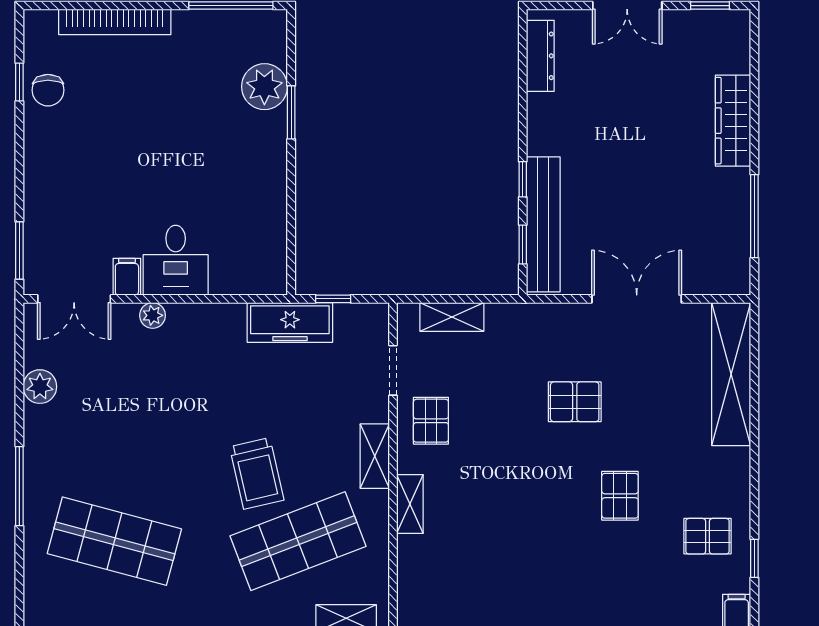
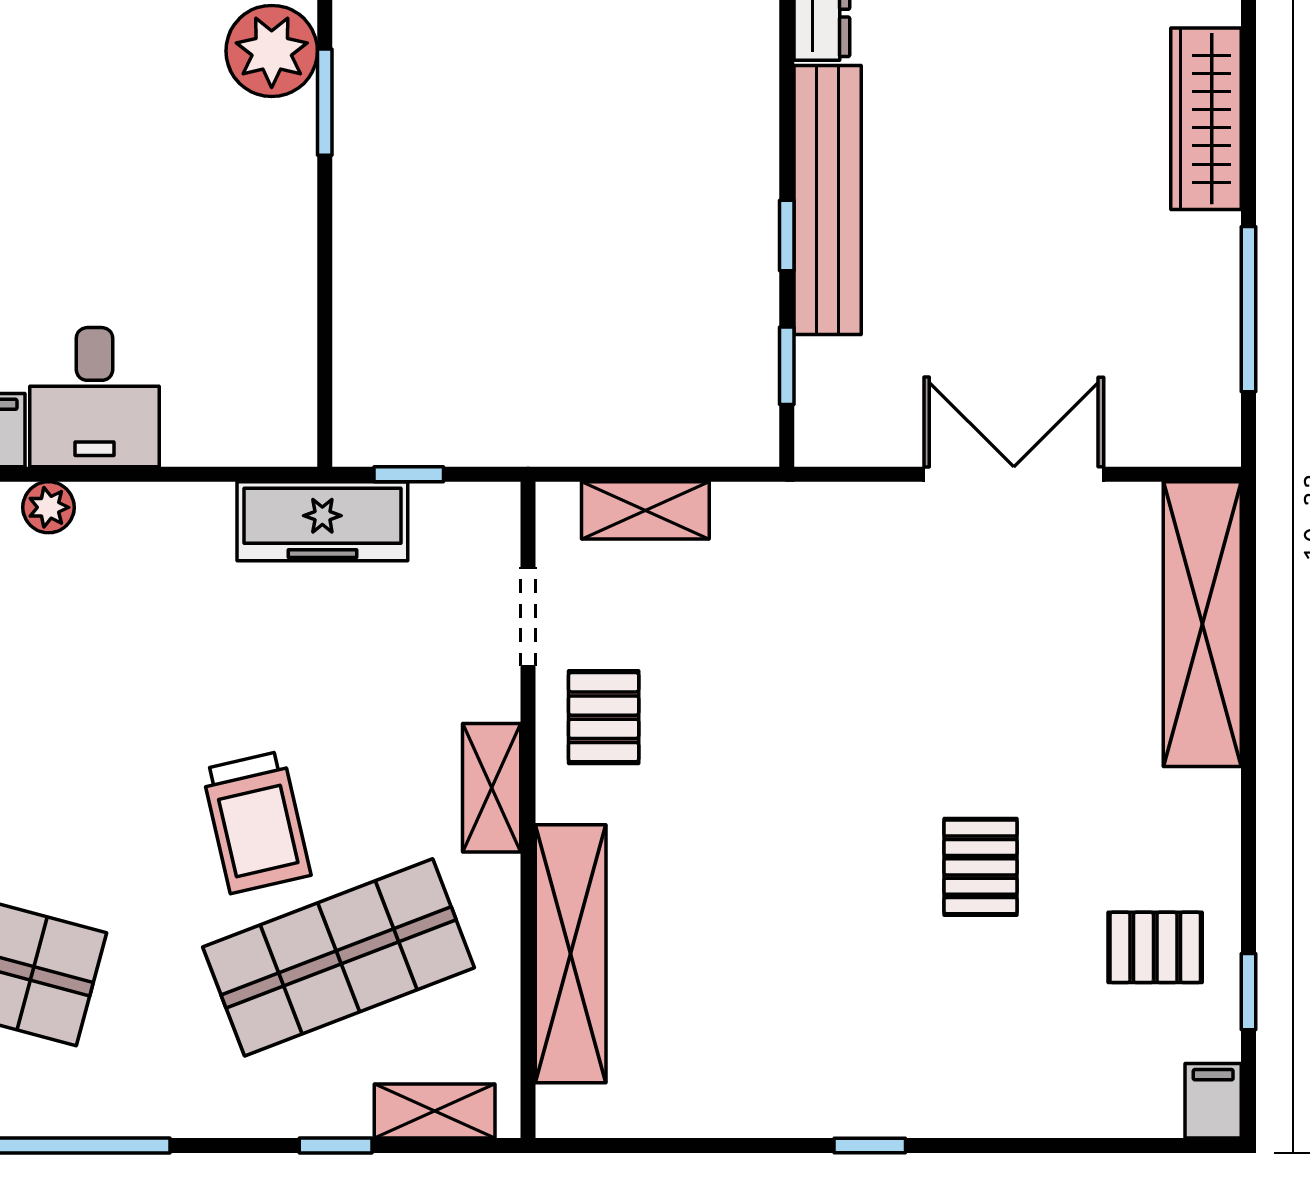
bench: (543, 224) -> (828, 200), moved
pallet: (575, 402) -> (890, 679), removed
shelving: (410, 504) -> (571, 954), width x2.20, depth x1.33

